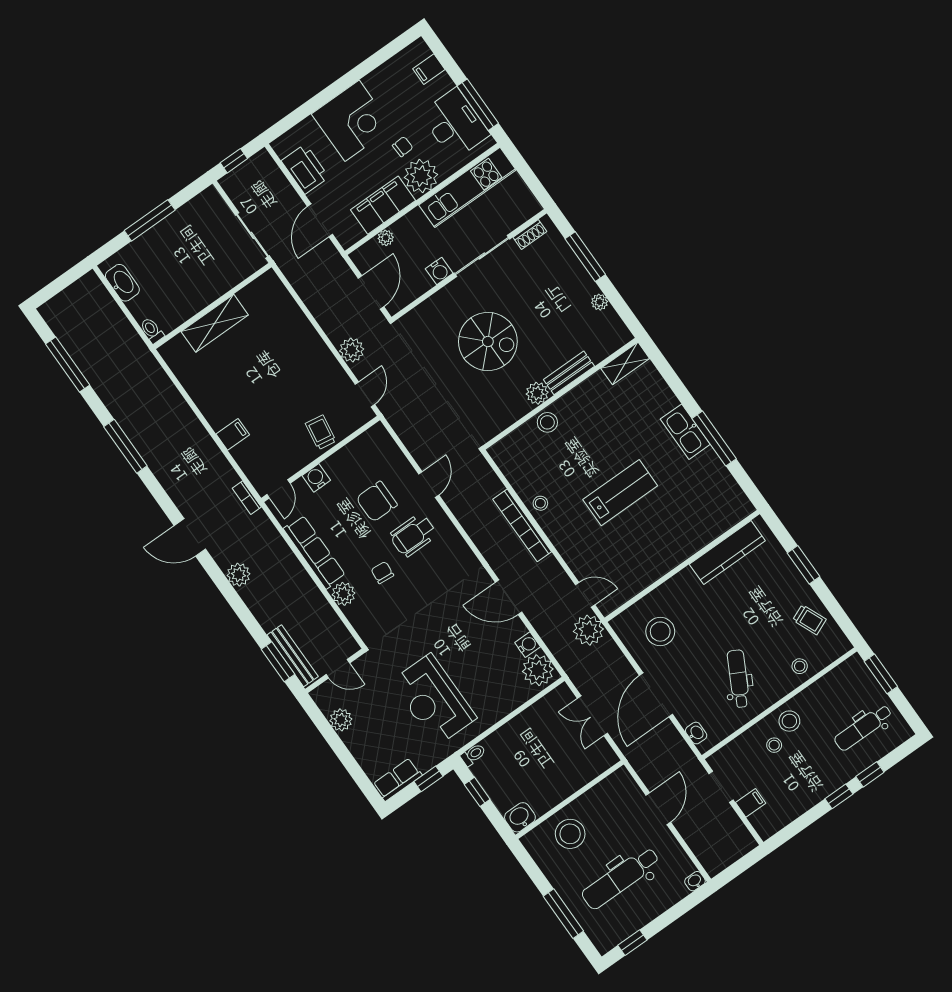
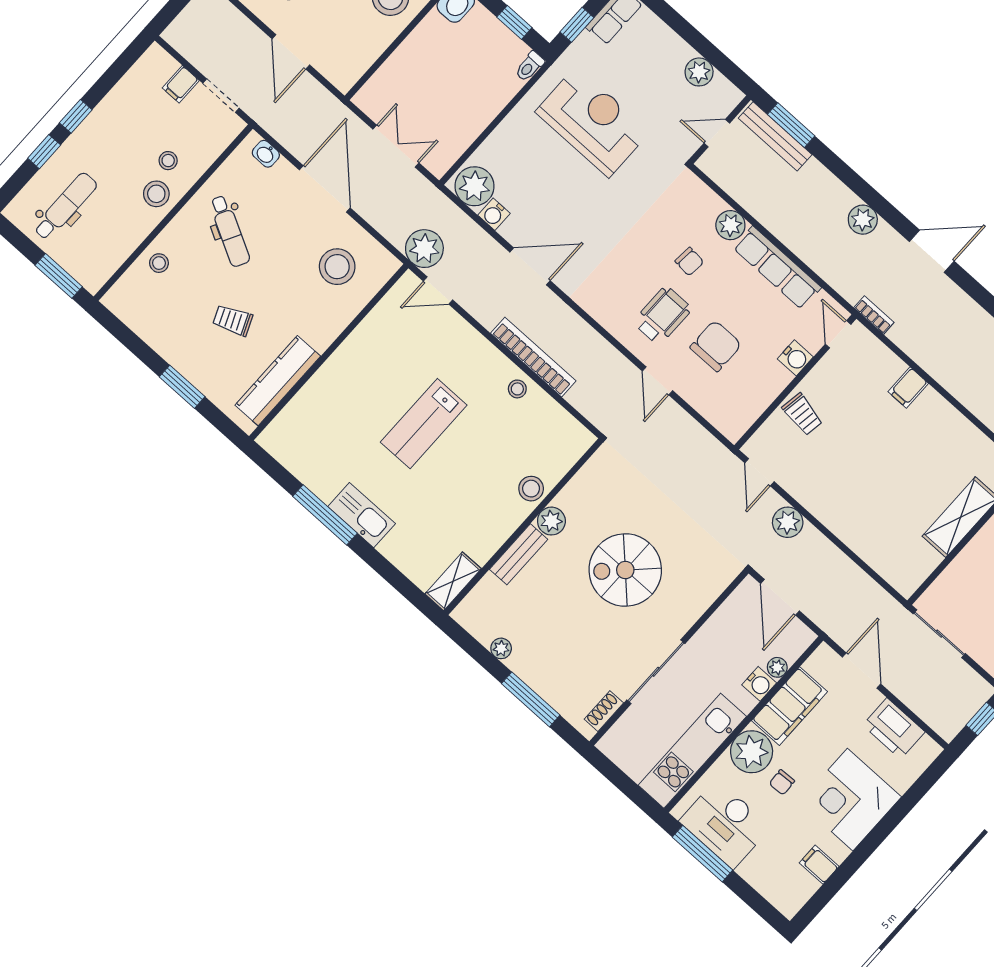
filing cabinet: (429, 69) -> (819, 865), moved, turned -90
water cooler: (439, 271) -> (759, 684), moved, turned 180
trolley: (809, 620) -> (233, 320), moved

